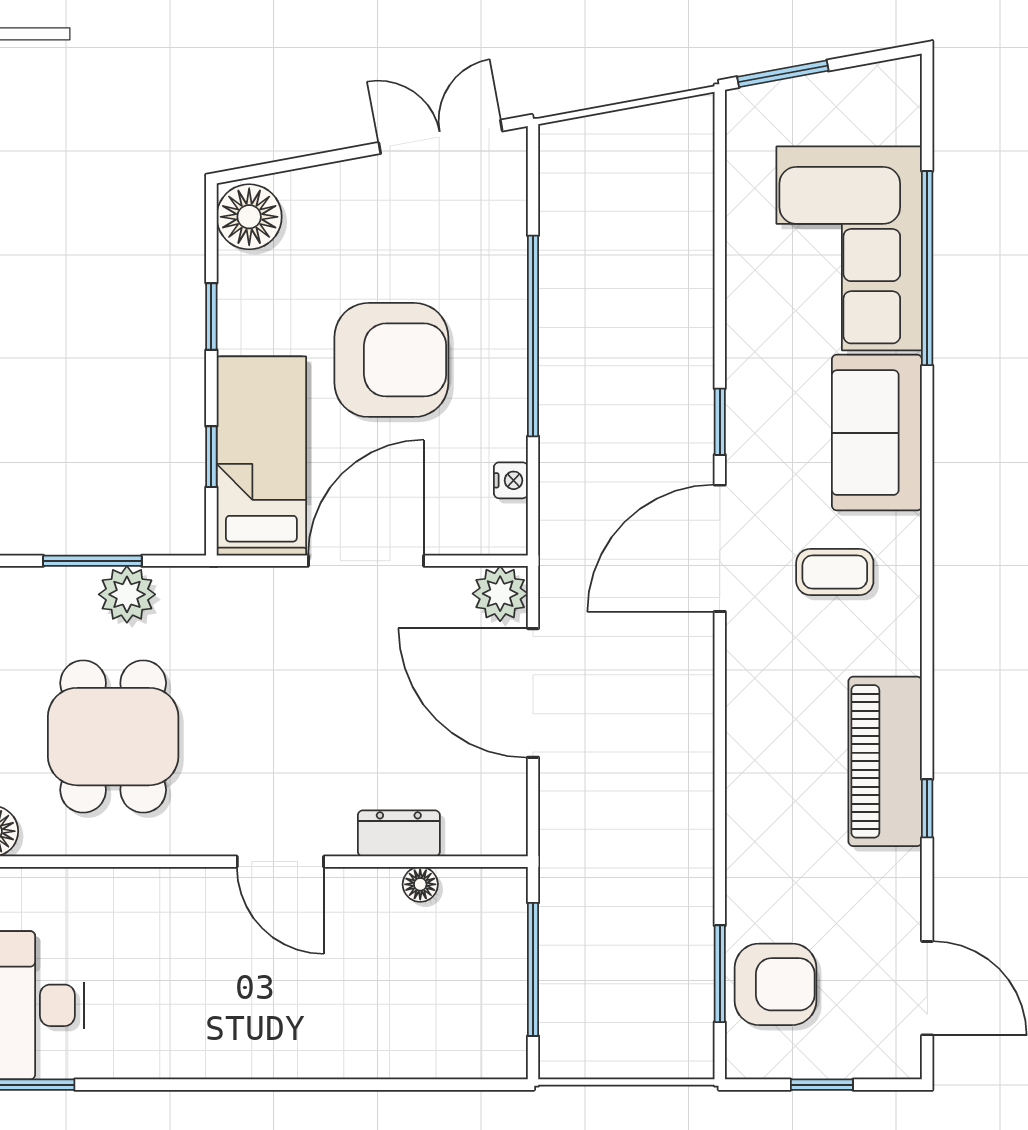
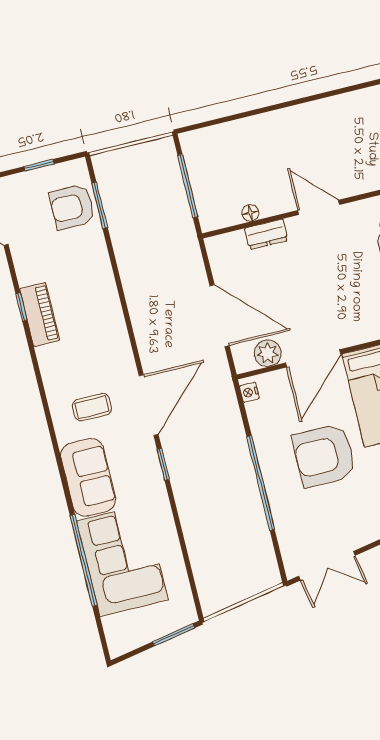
nightstand: (511, 480) -> (249, 392), moved
plant: (500, 594) -> (268, 353), moved
piano: (885, 761) -> (40, 315), width x0.73, depth x0.75

